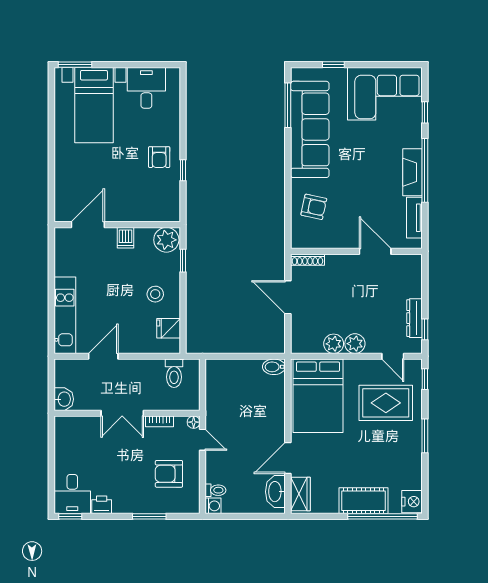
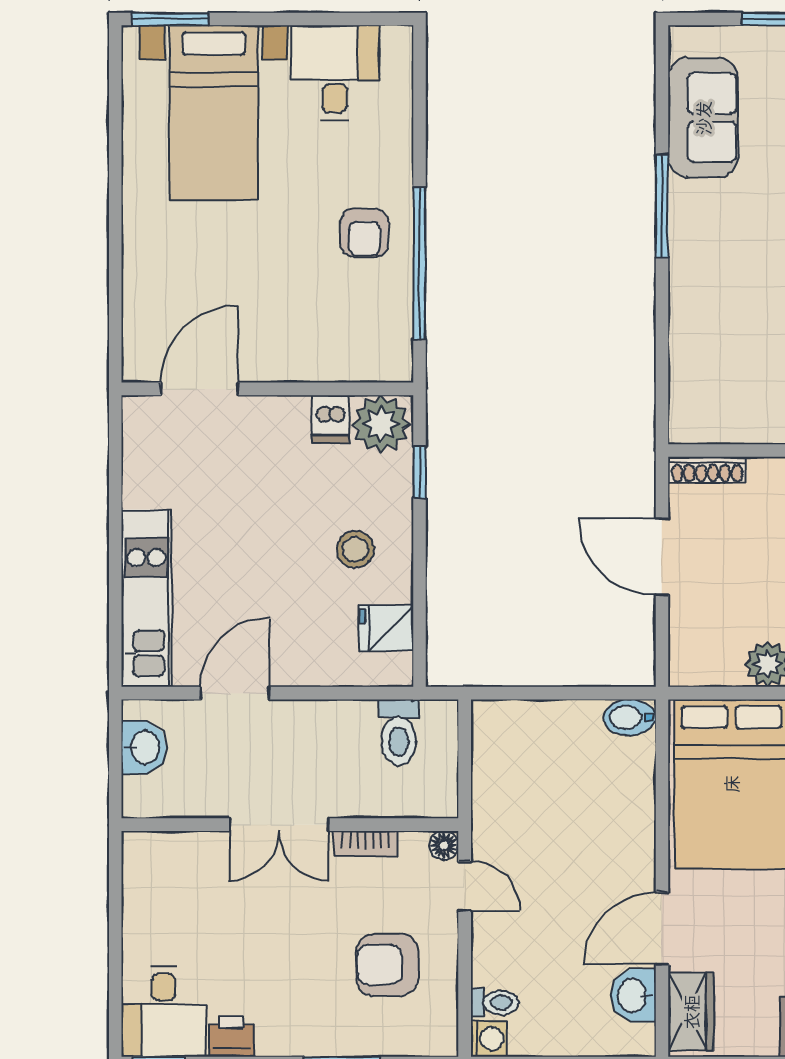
window: (288, 105) -> (662, 206), moved
sofa: (310, 129) -> (703, 118), width x0.54, depth x0.79
window: (183, 170) -> (419, 263), width x3.17
armchair: (314, 207) -> (722, 348), removed
dishwasher: (125, 238) -> (330, 419), moved
washbasin: (64, 399) -> (144, 747), moved
washbasin: (275, 492) -> (633, 995), width x0.72

